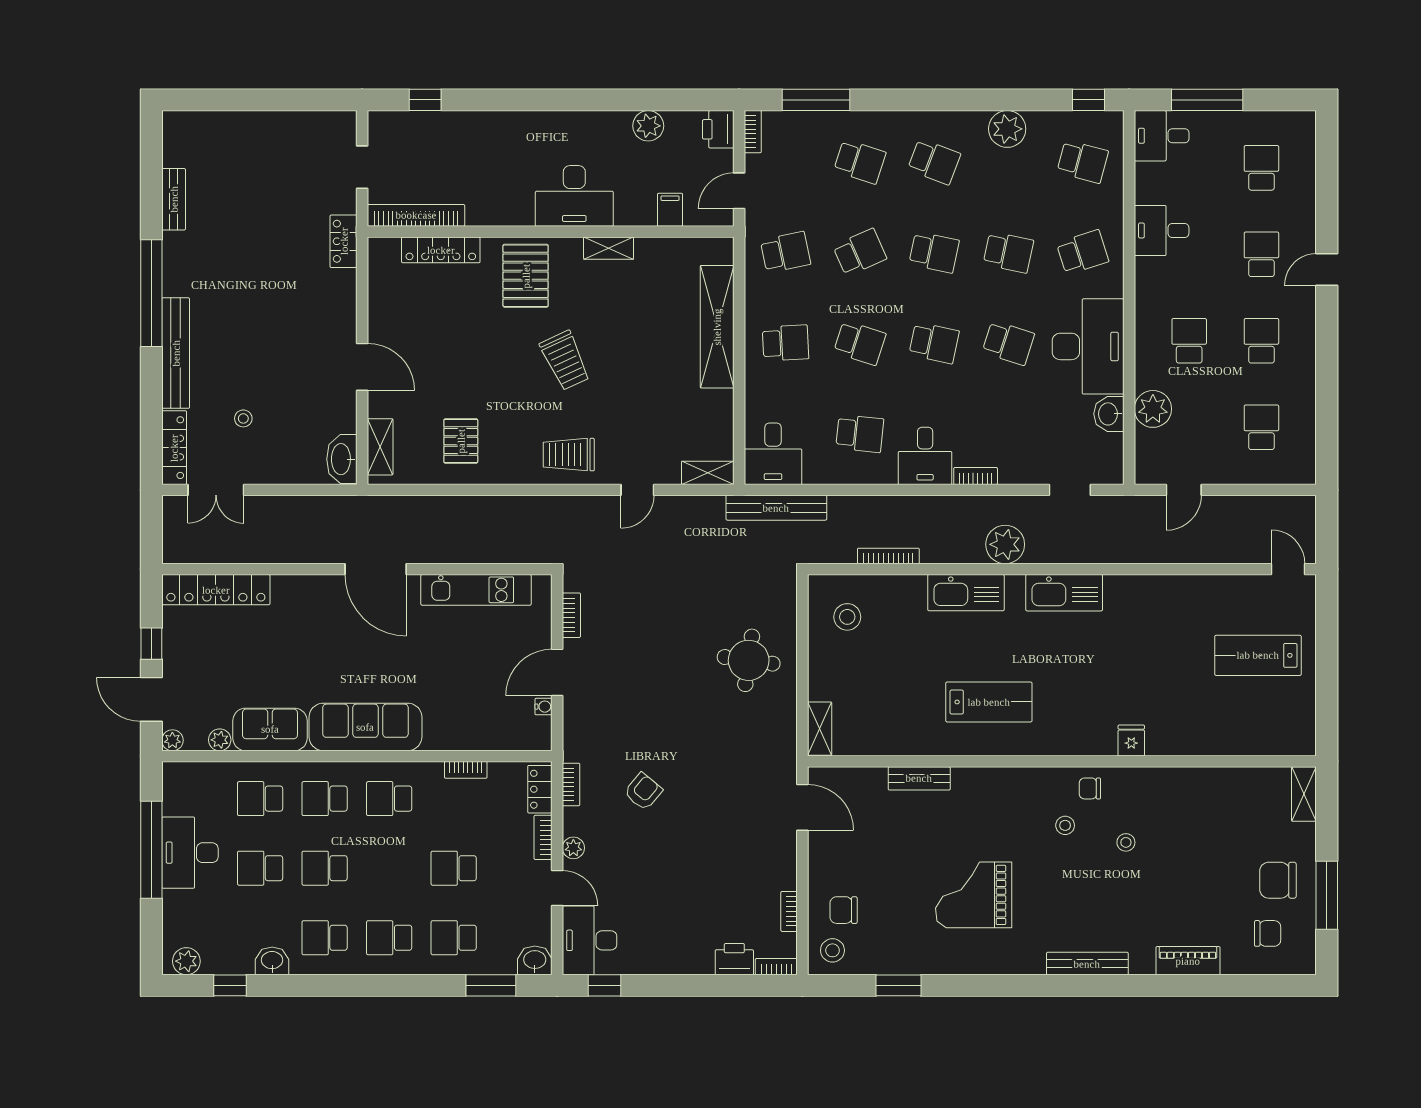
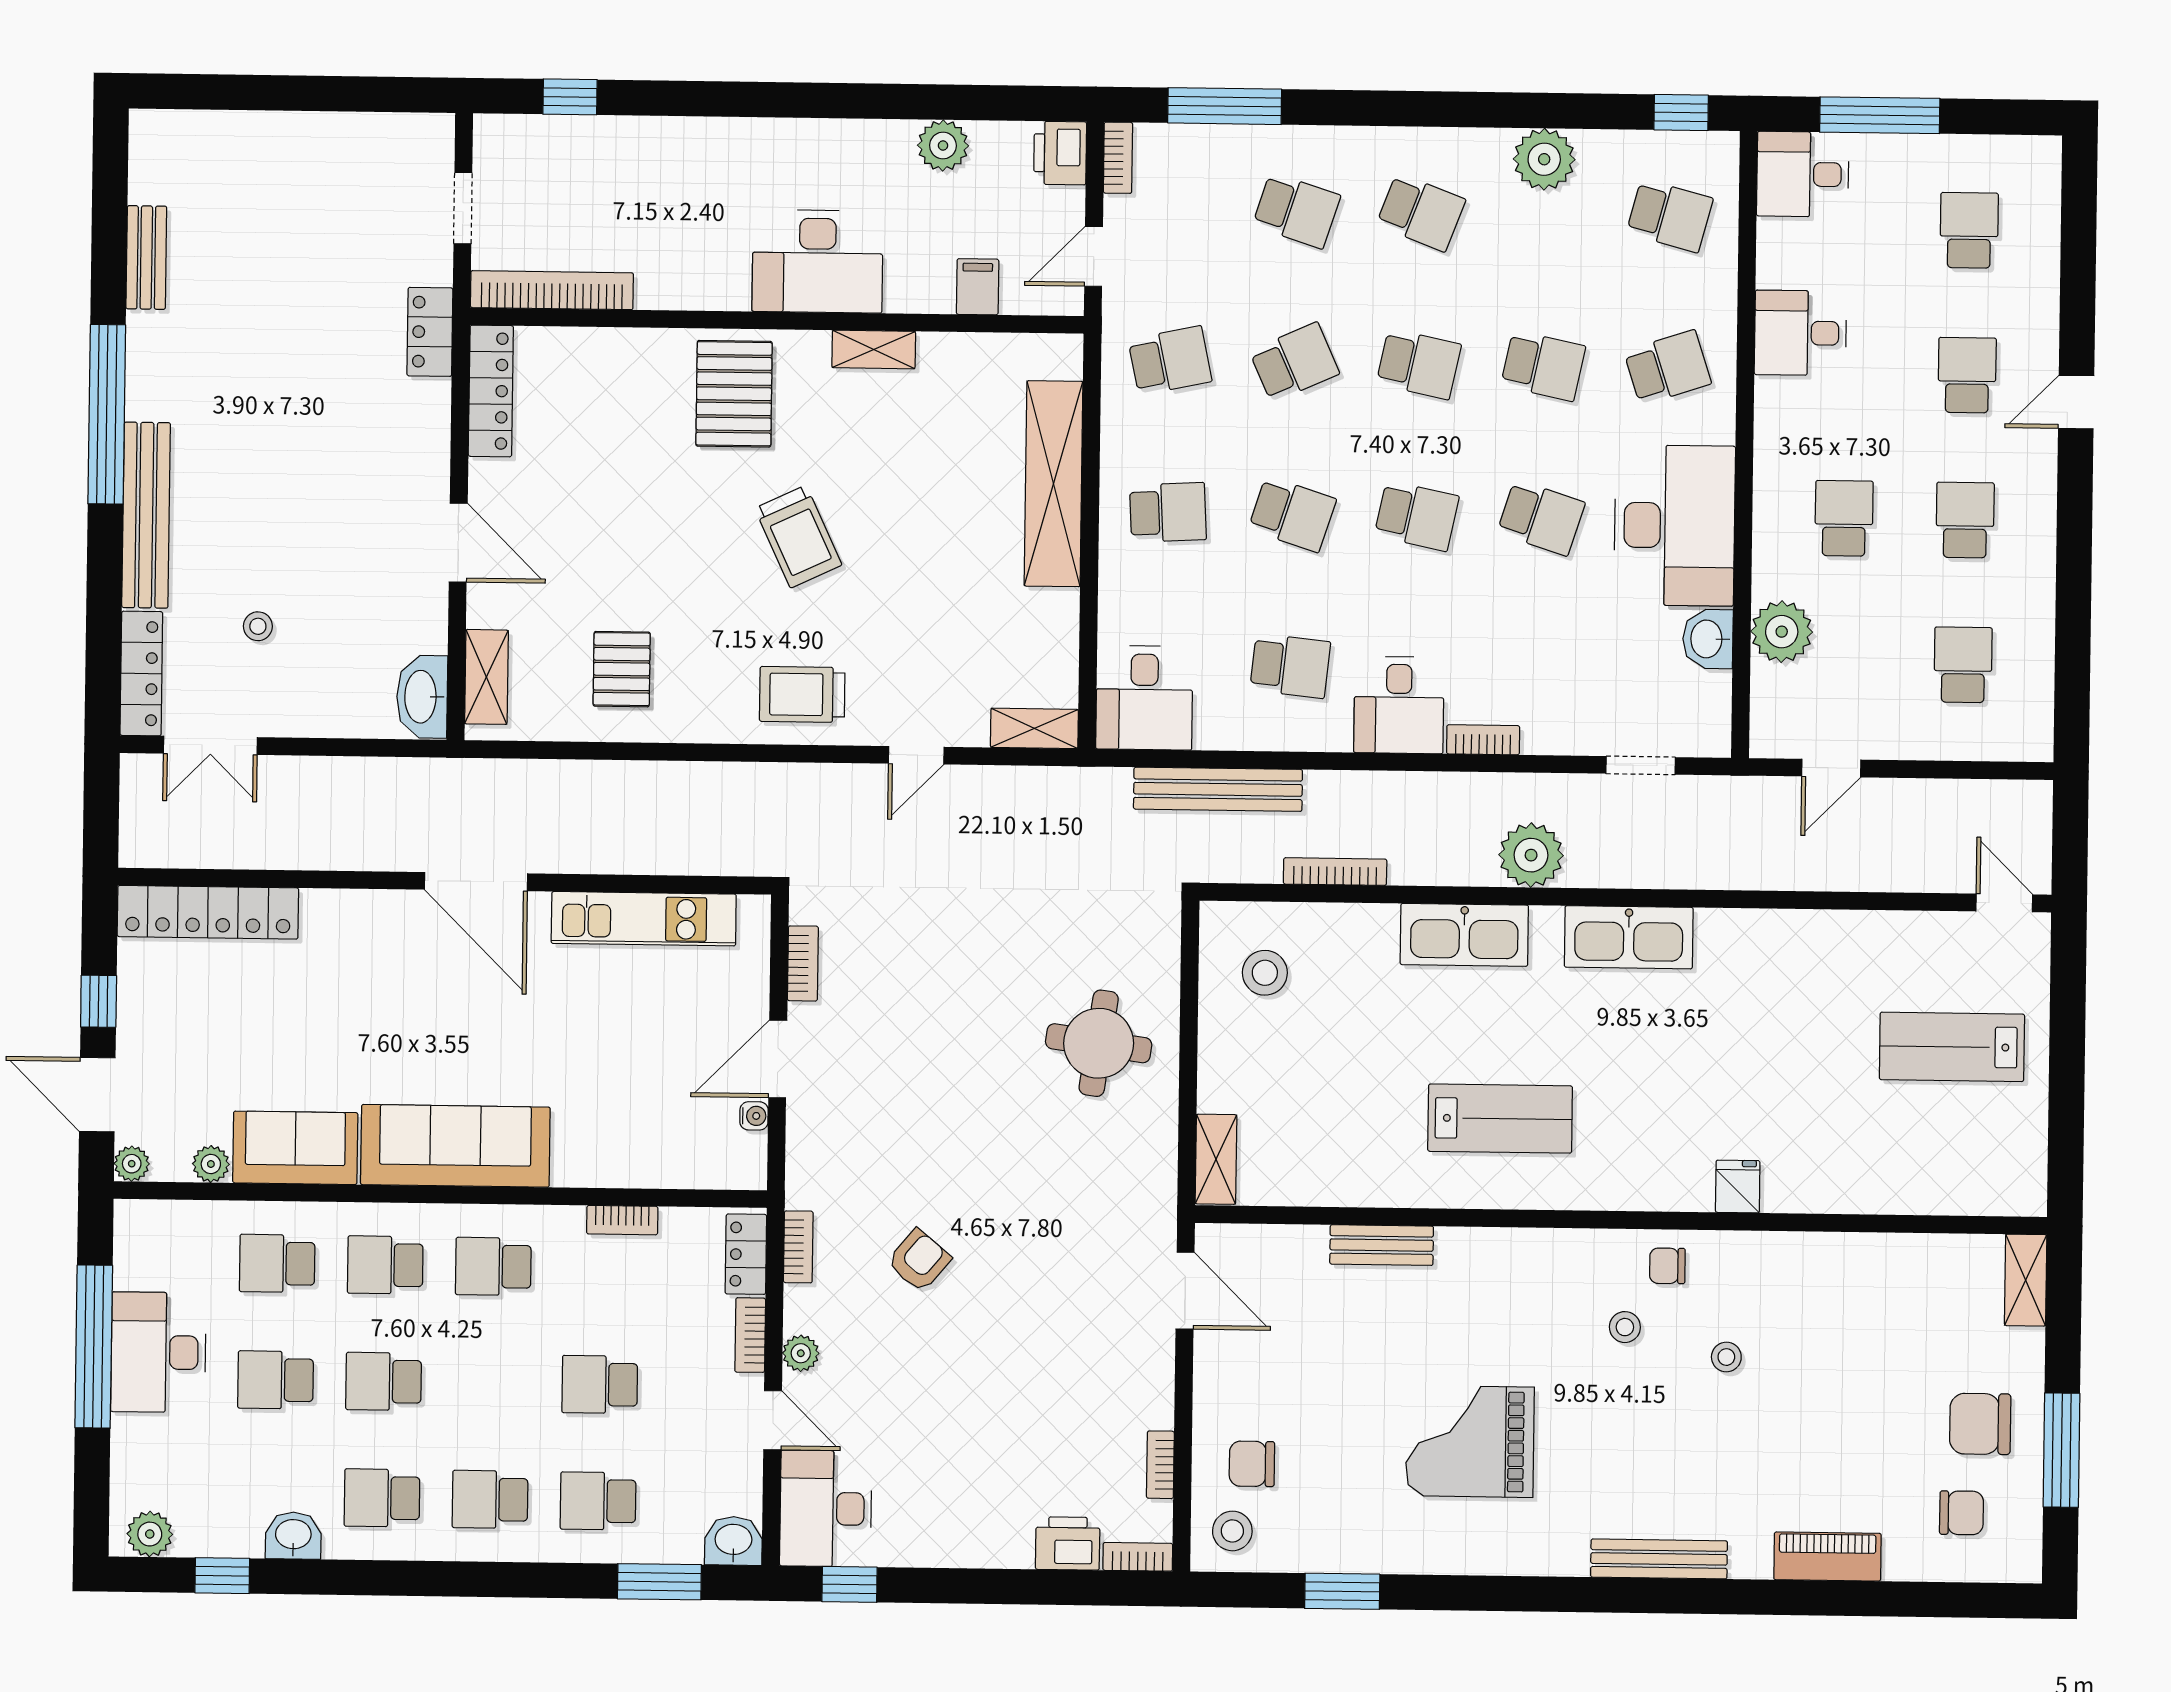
locker: (441, 250) -> (491, 391), moved, turned -90
bench: (776, 508) -> (1218, 789), moved

